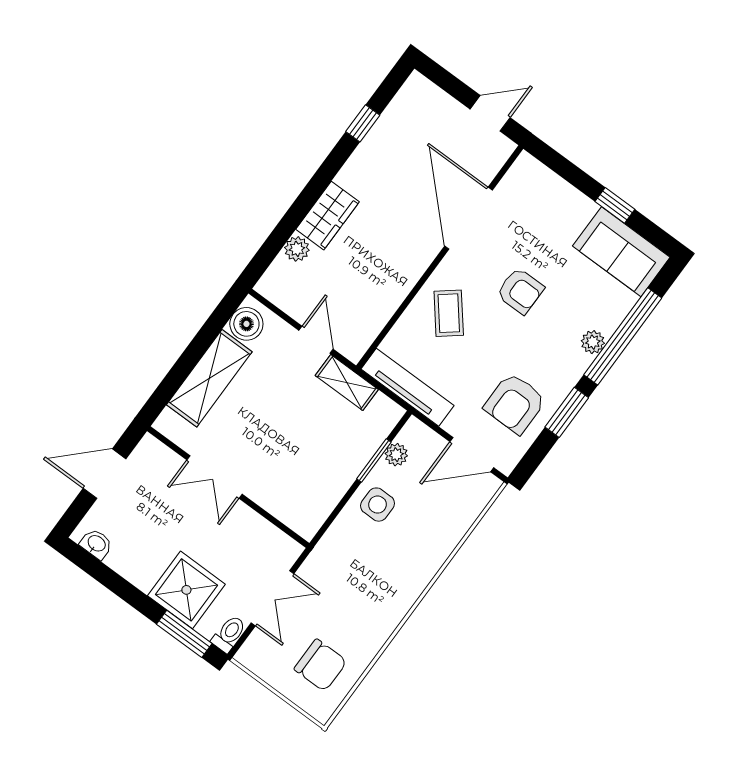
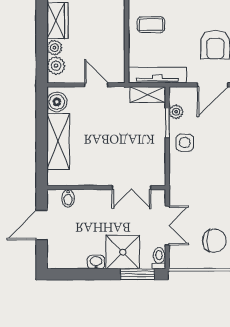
plant: (281, 275) -> (56, 66), added
coffee table: (449, 313) -> (151, 25), turned -51
shelving: (347, 383) -> (148, 95), moved
bidet: (166, 464) -> (68, 198), added
double door: (214, 477) -> (131, 187), moved
washbasin: (96, 544) -> (96, 262), moved

